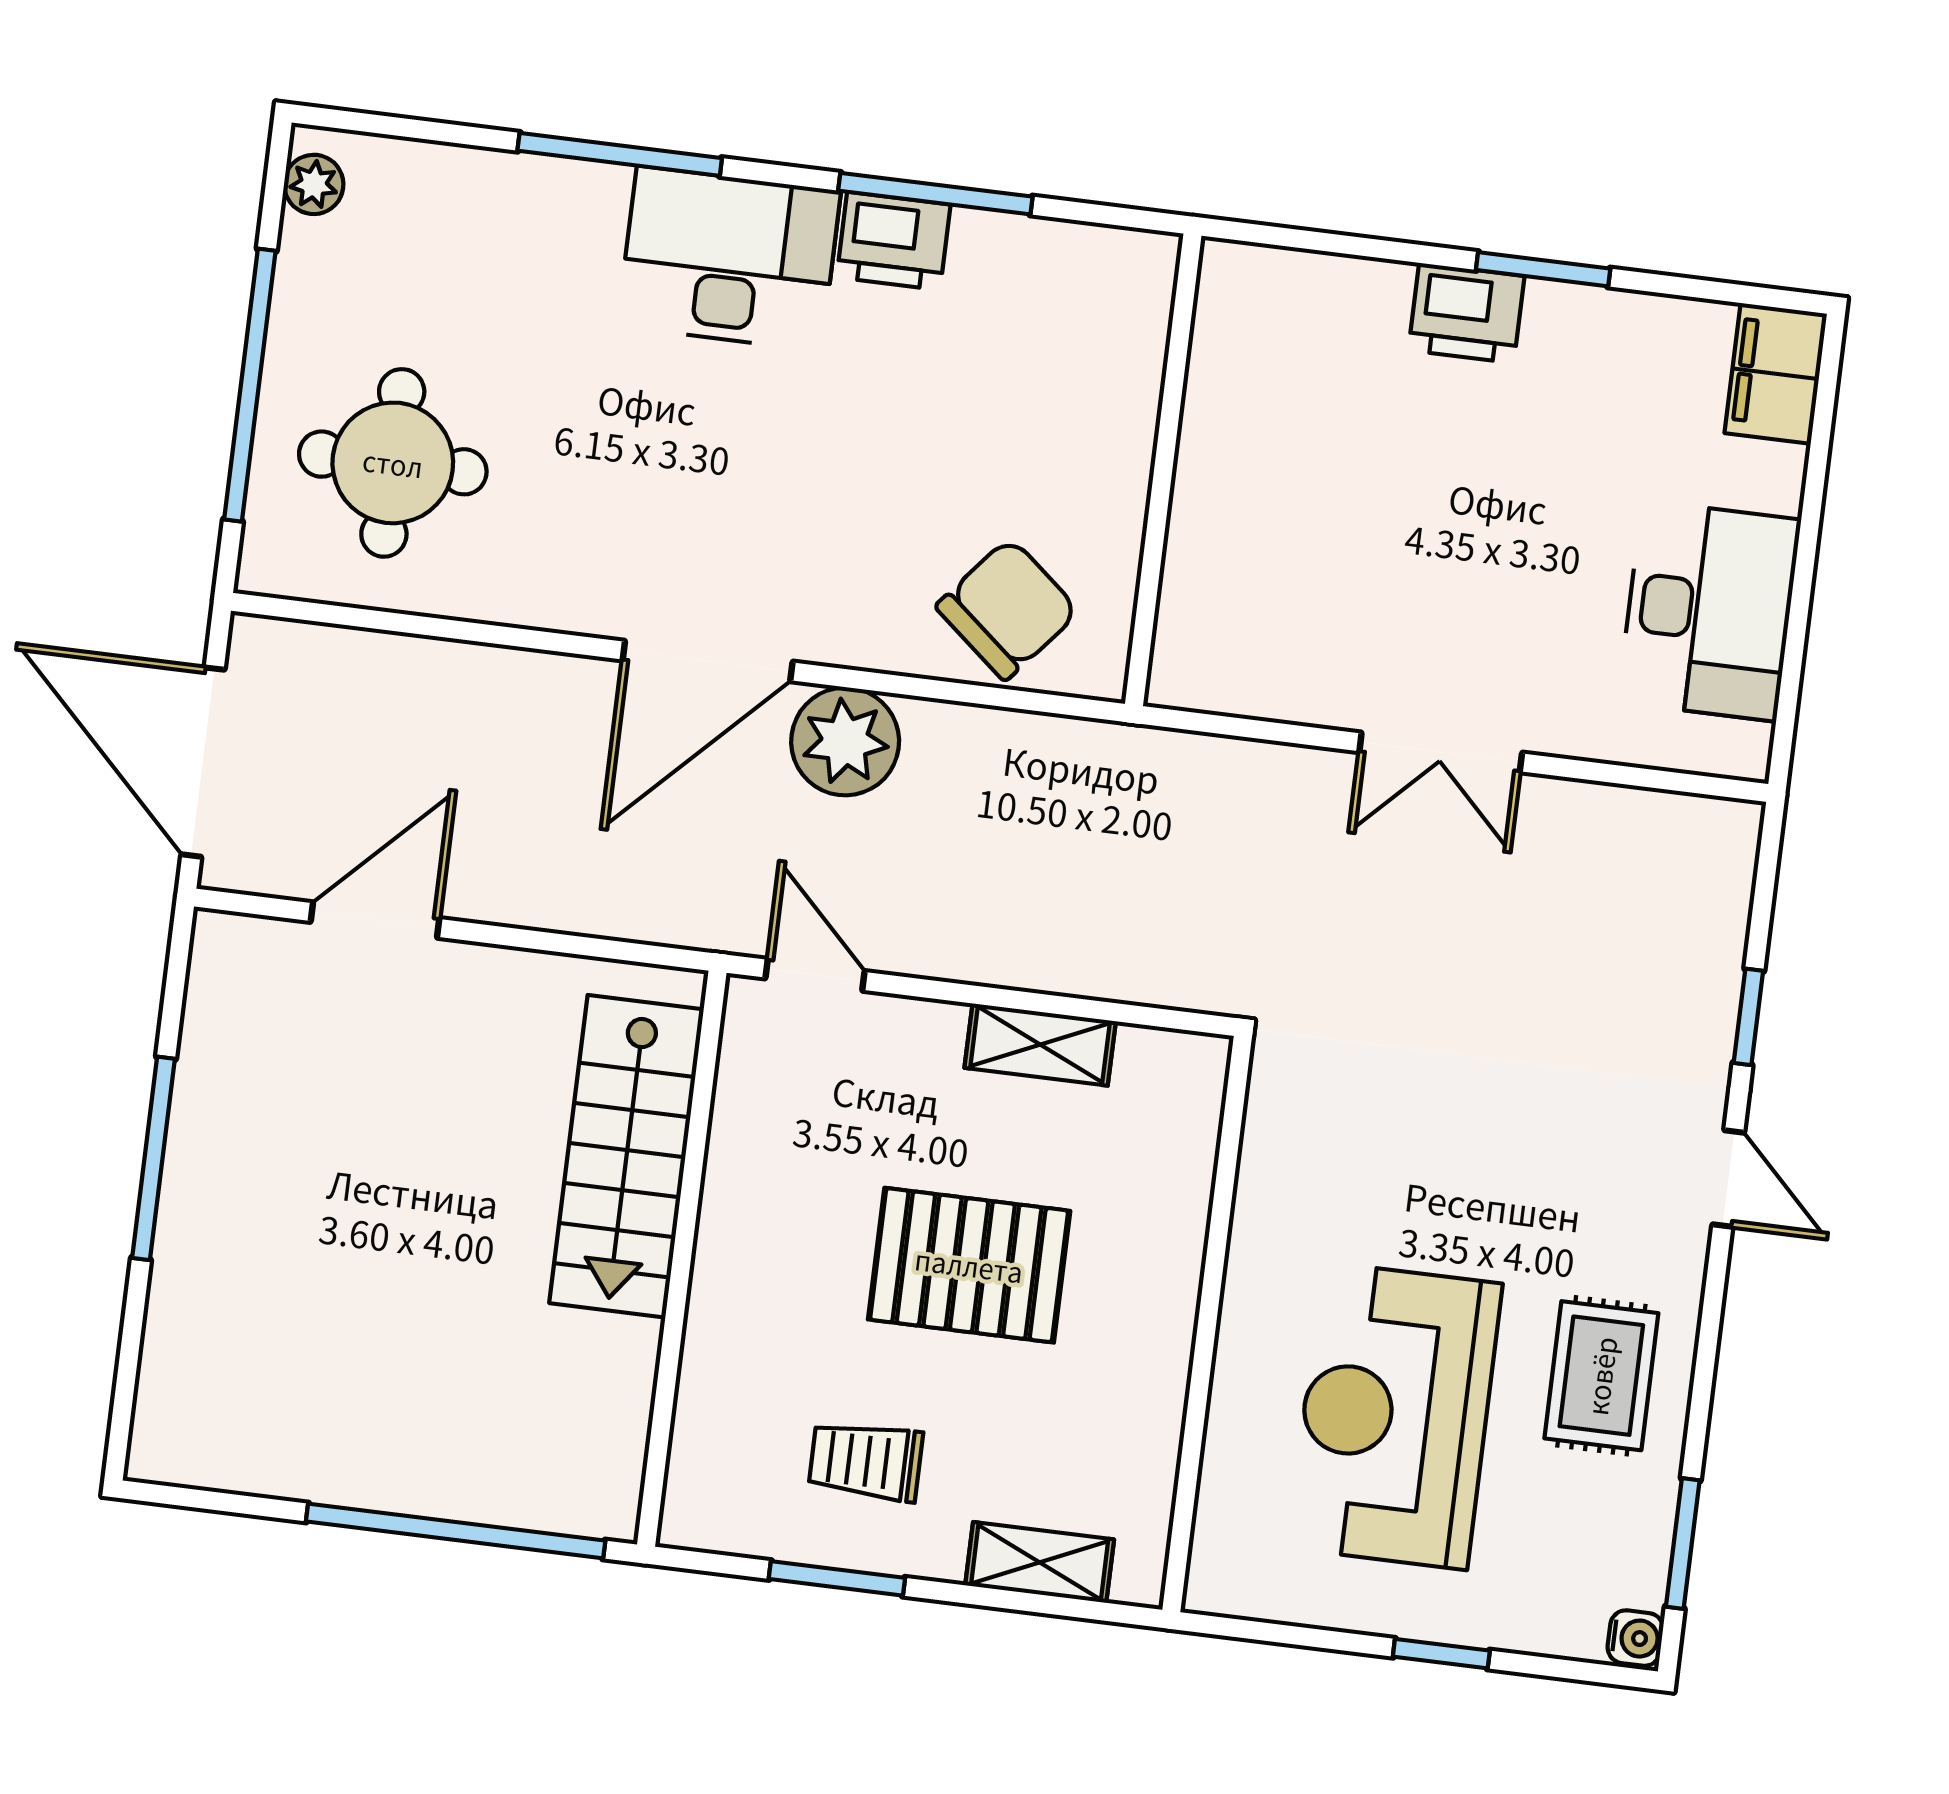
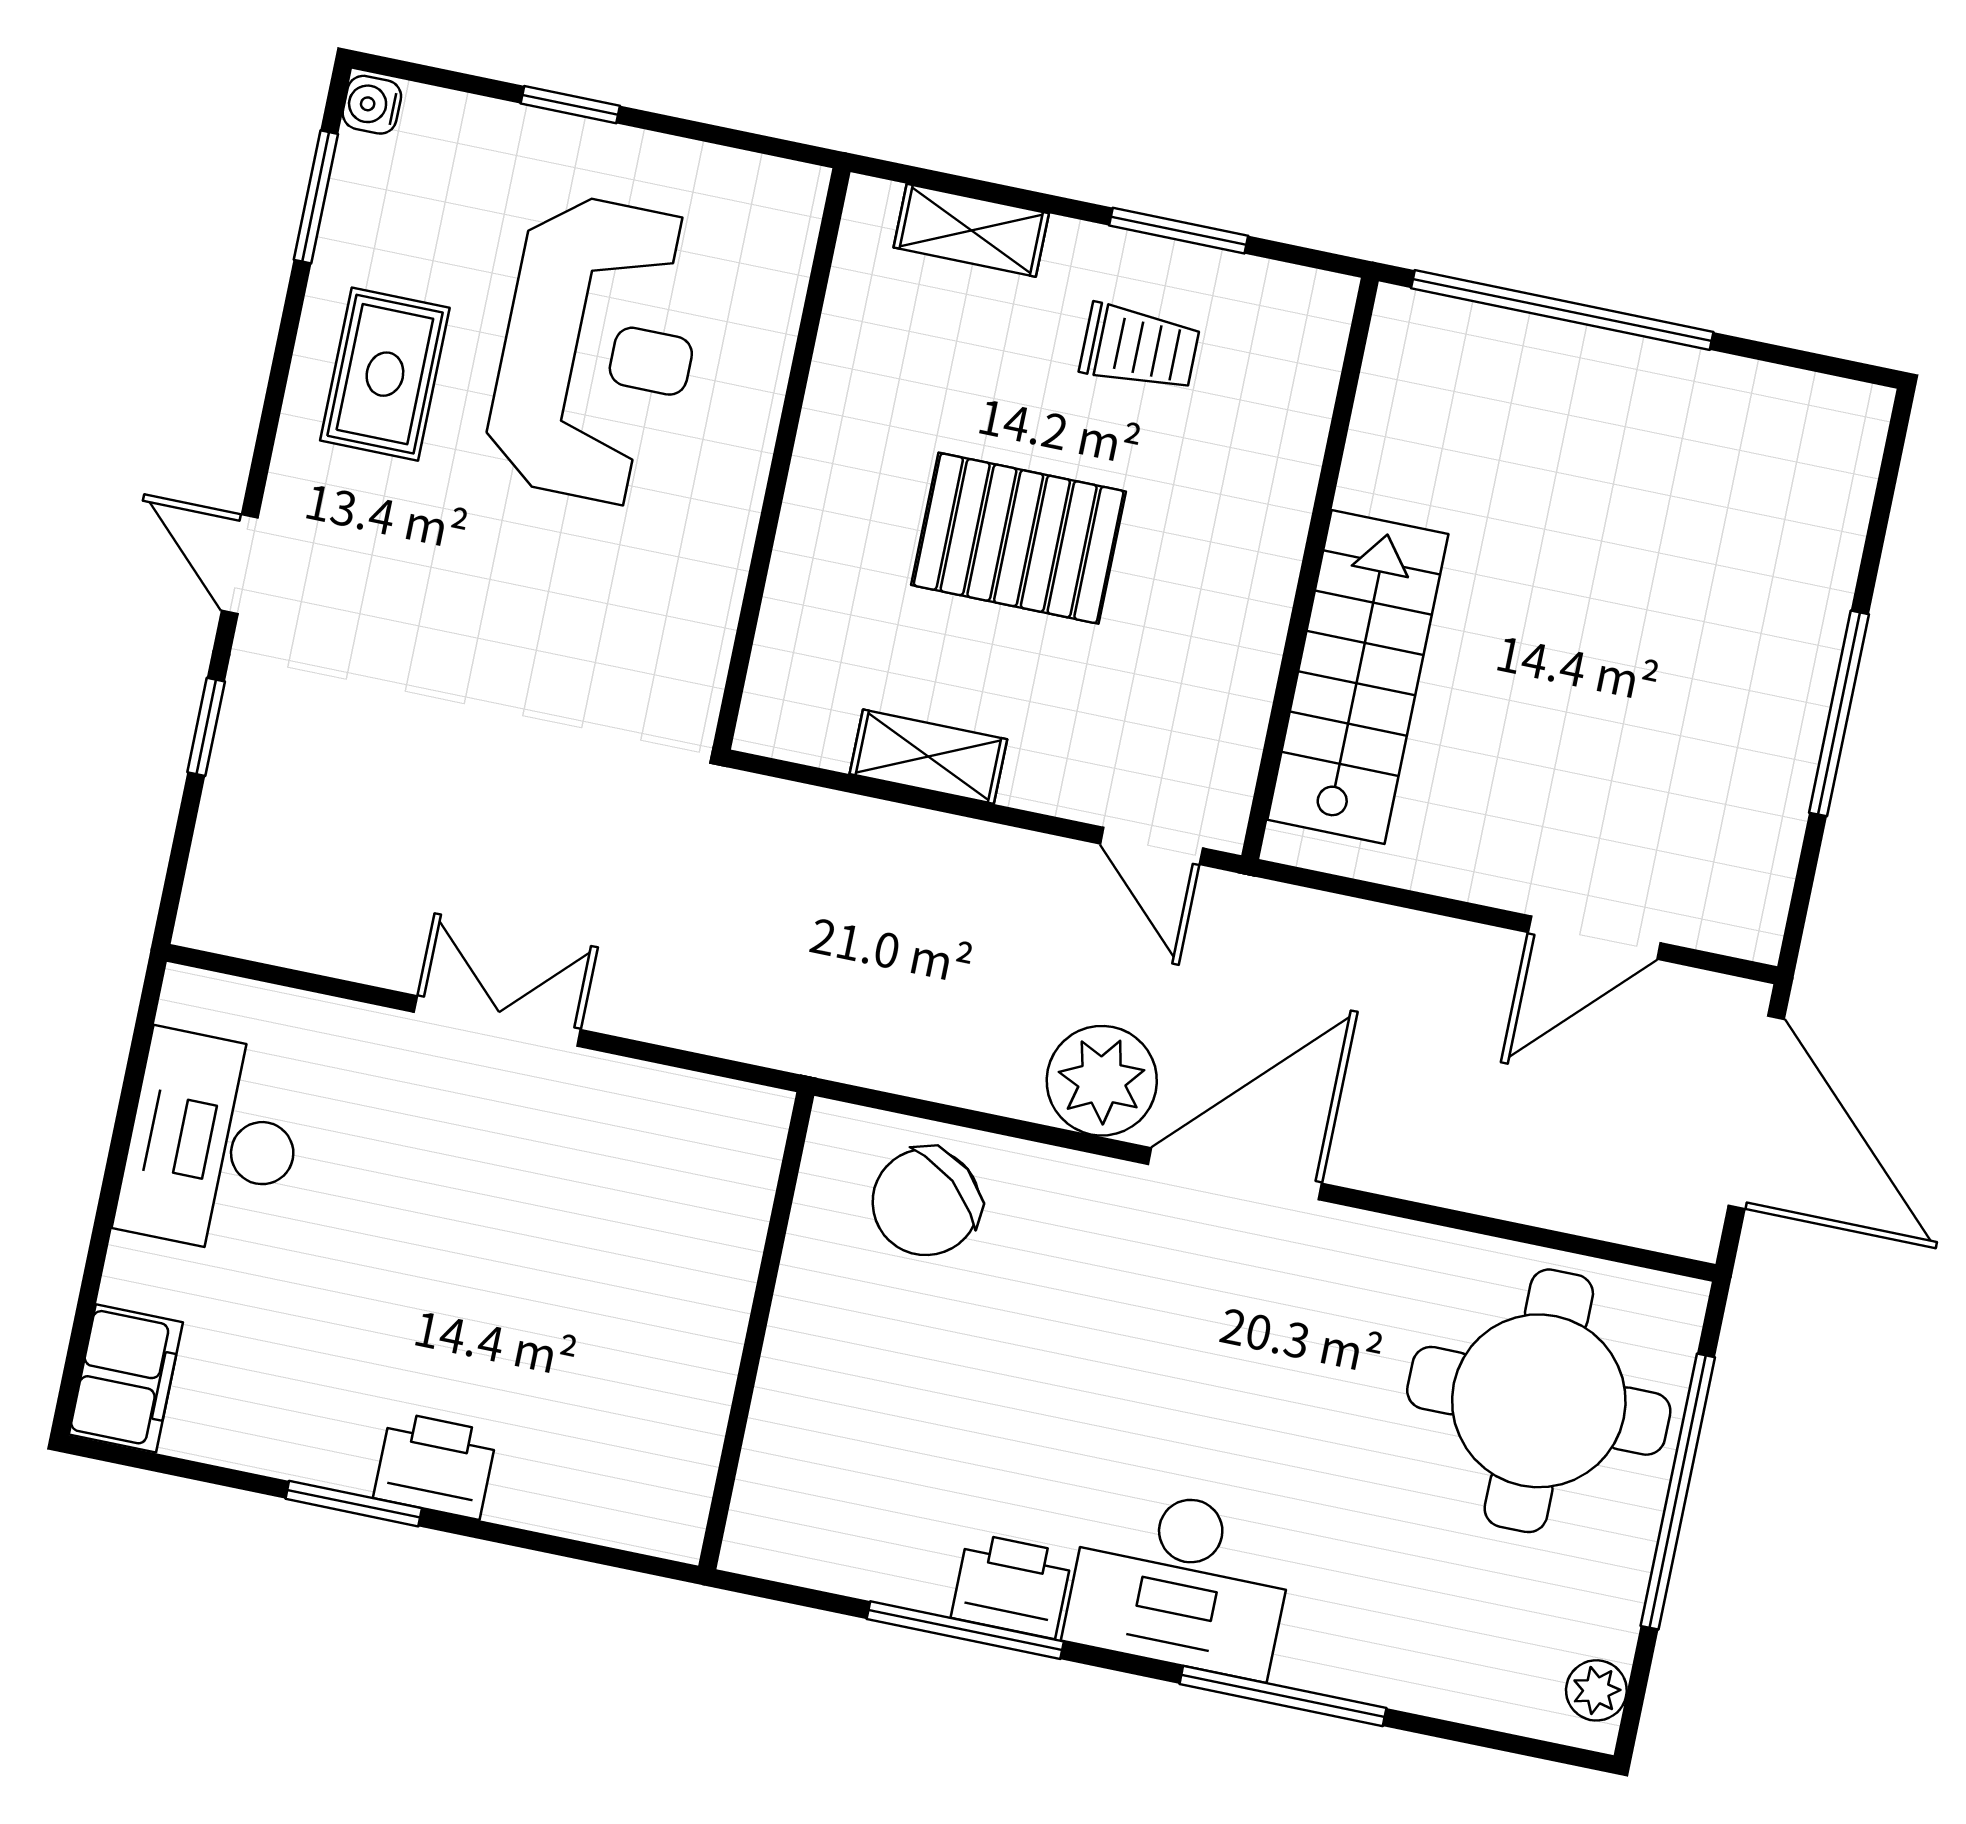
round table: (393, 463) -> (1539, 1401), width x1.36, depth x1.36

